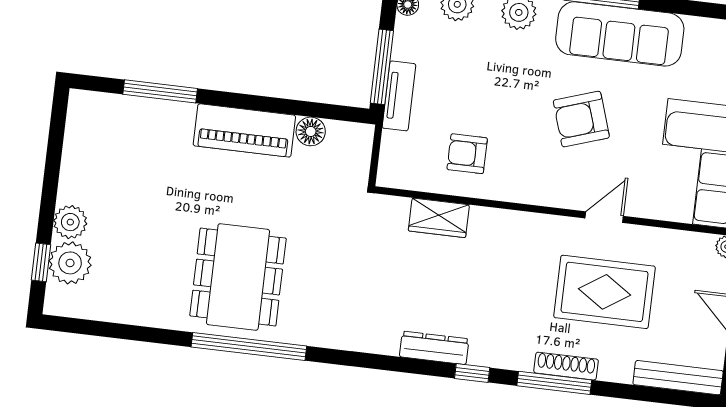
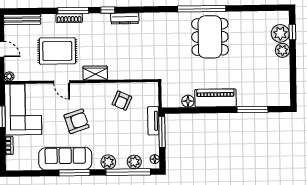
armchair: (467, 154) -> (122, 101), turned 114
door: (604, 217) -> (62, 82), hinge flipped
wardrobe: (439, 218) -> (95, 73), moved

